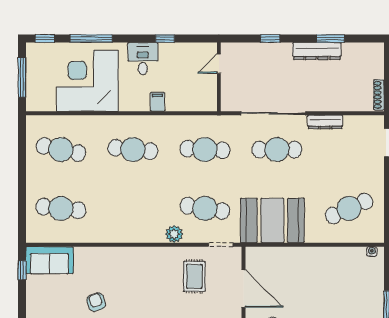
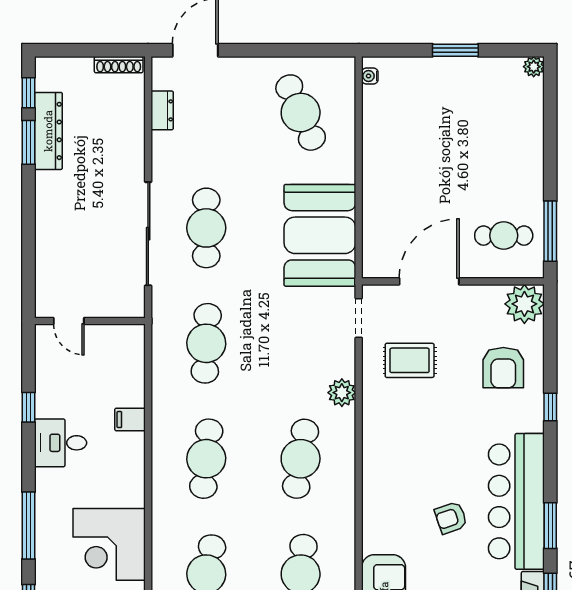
window: (270, 39) -> (28, 93), moved
dresser: (317, 51) -> (48, 131), moved
corner desk: (88, 81) -> (109, 544), width x0.74, depth x0.74
dresser: (325, 122) -> (162, 110), moved, width x0.70
cafe table: (205, 208) -> (301, 459), moved

